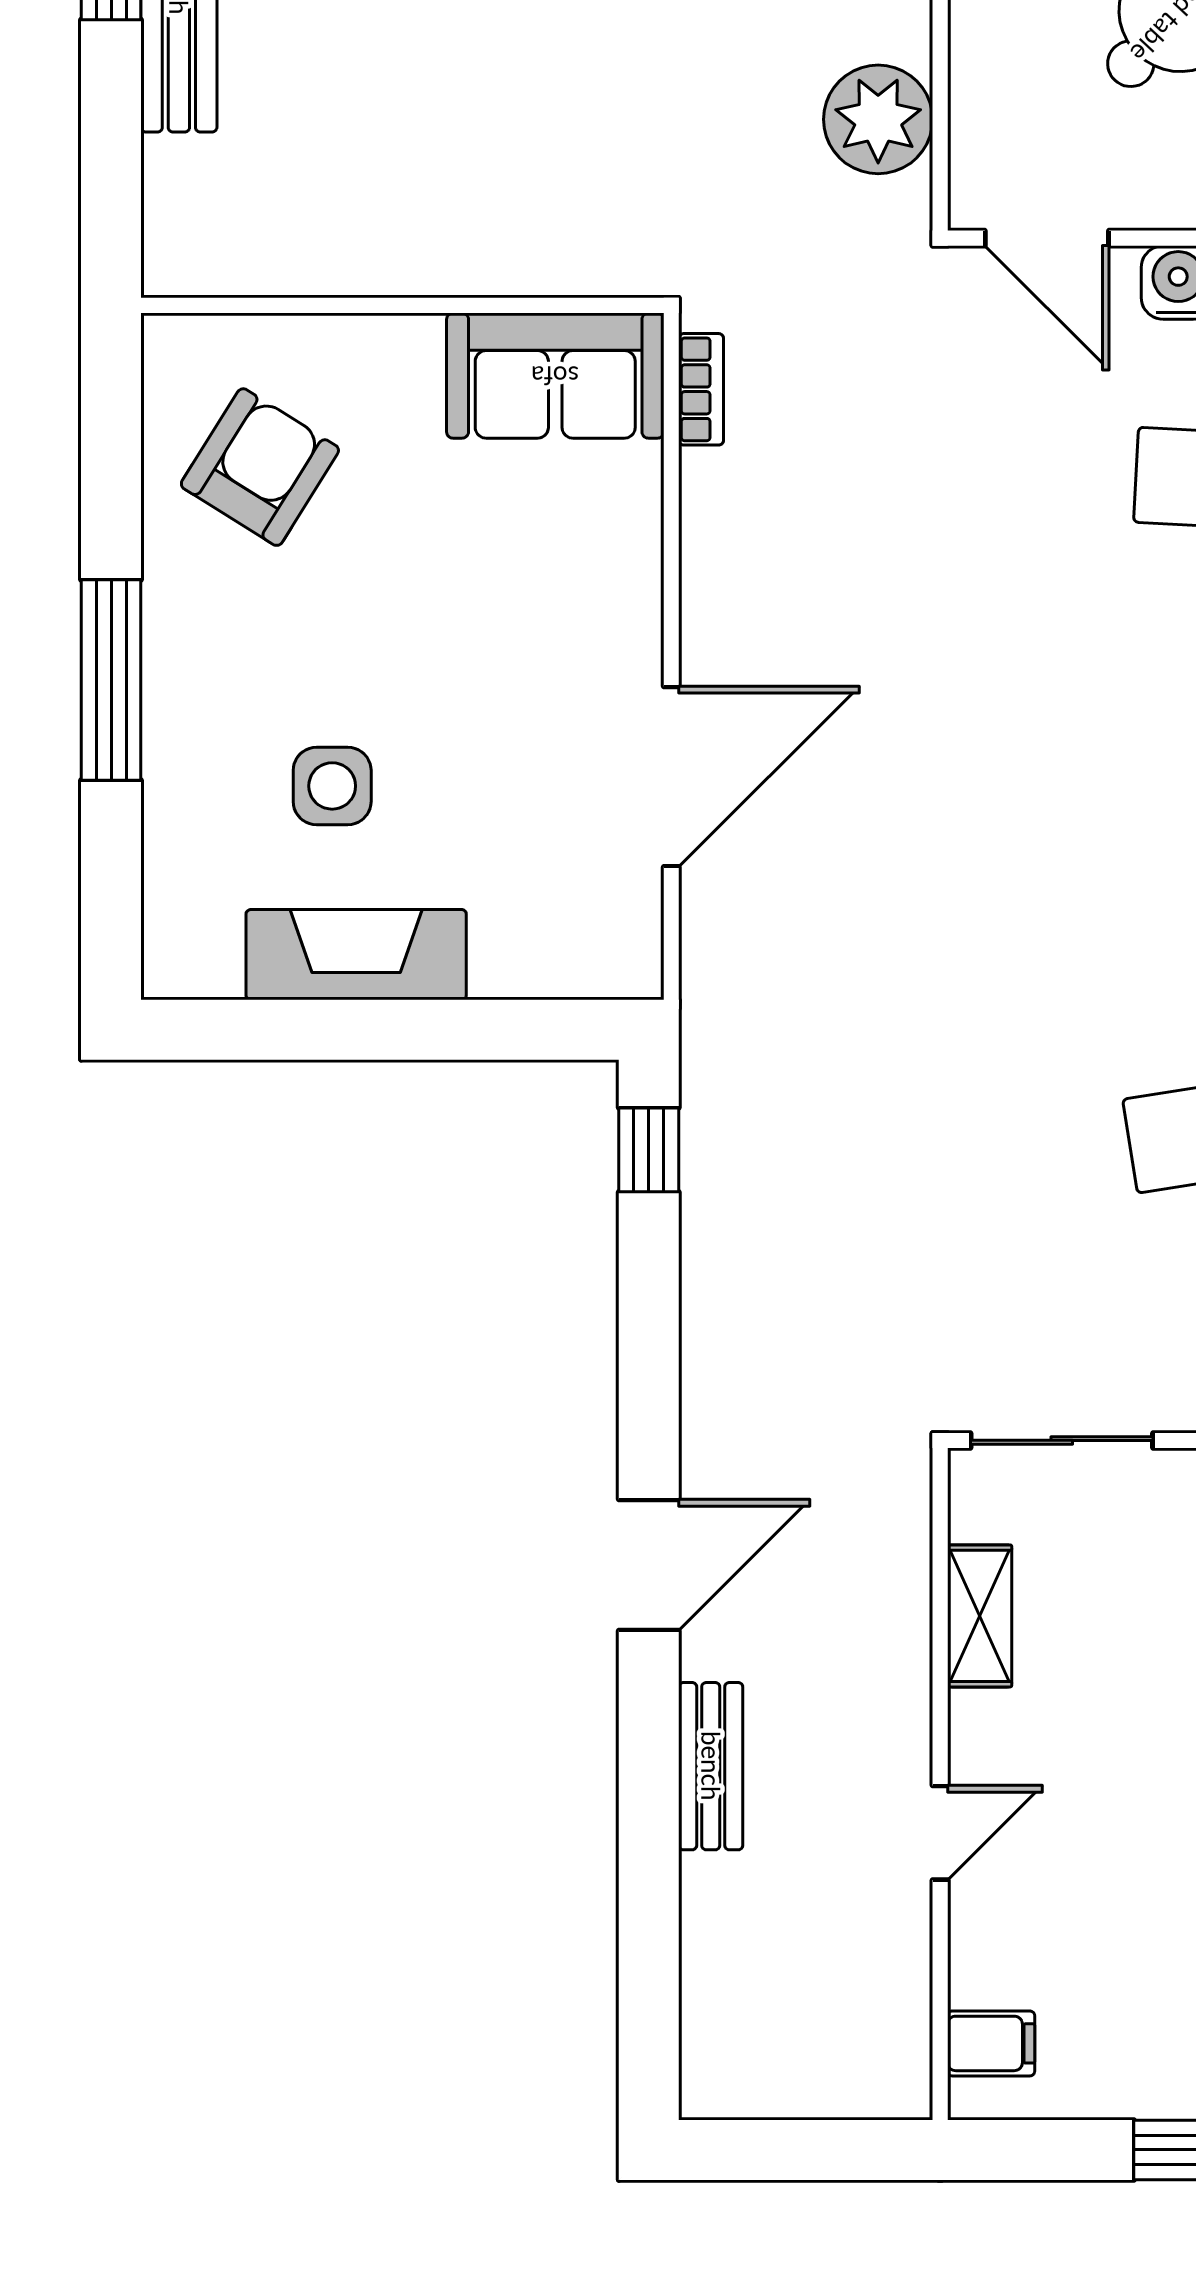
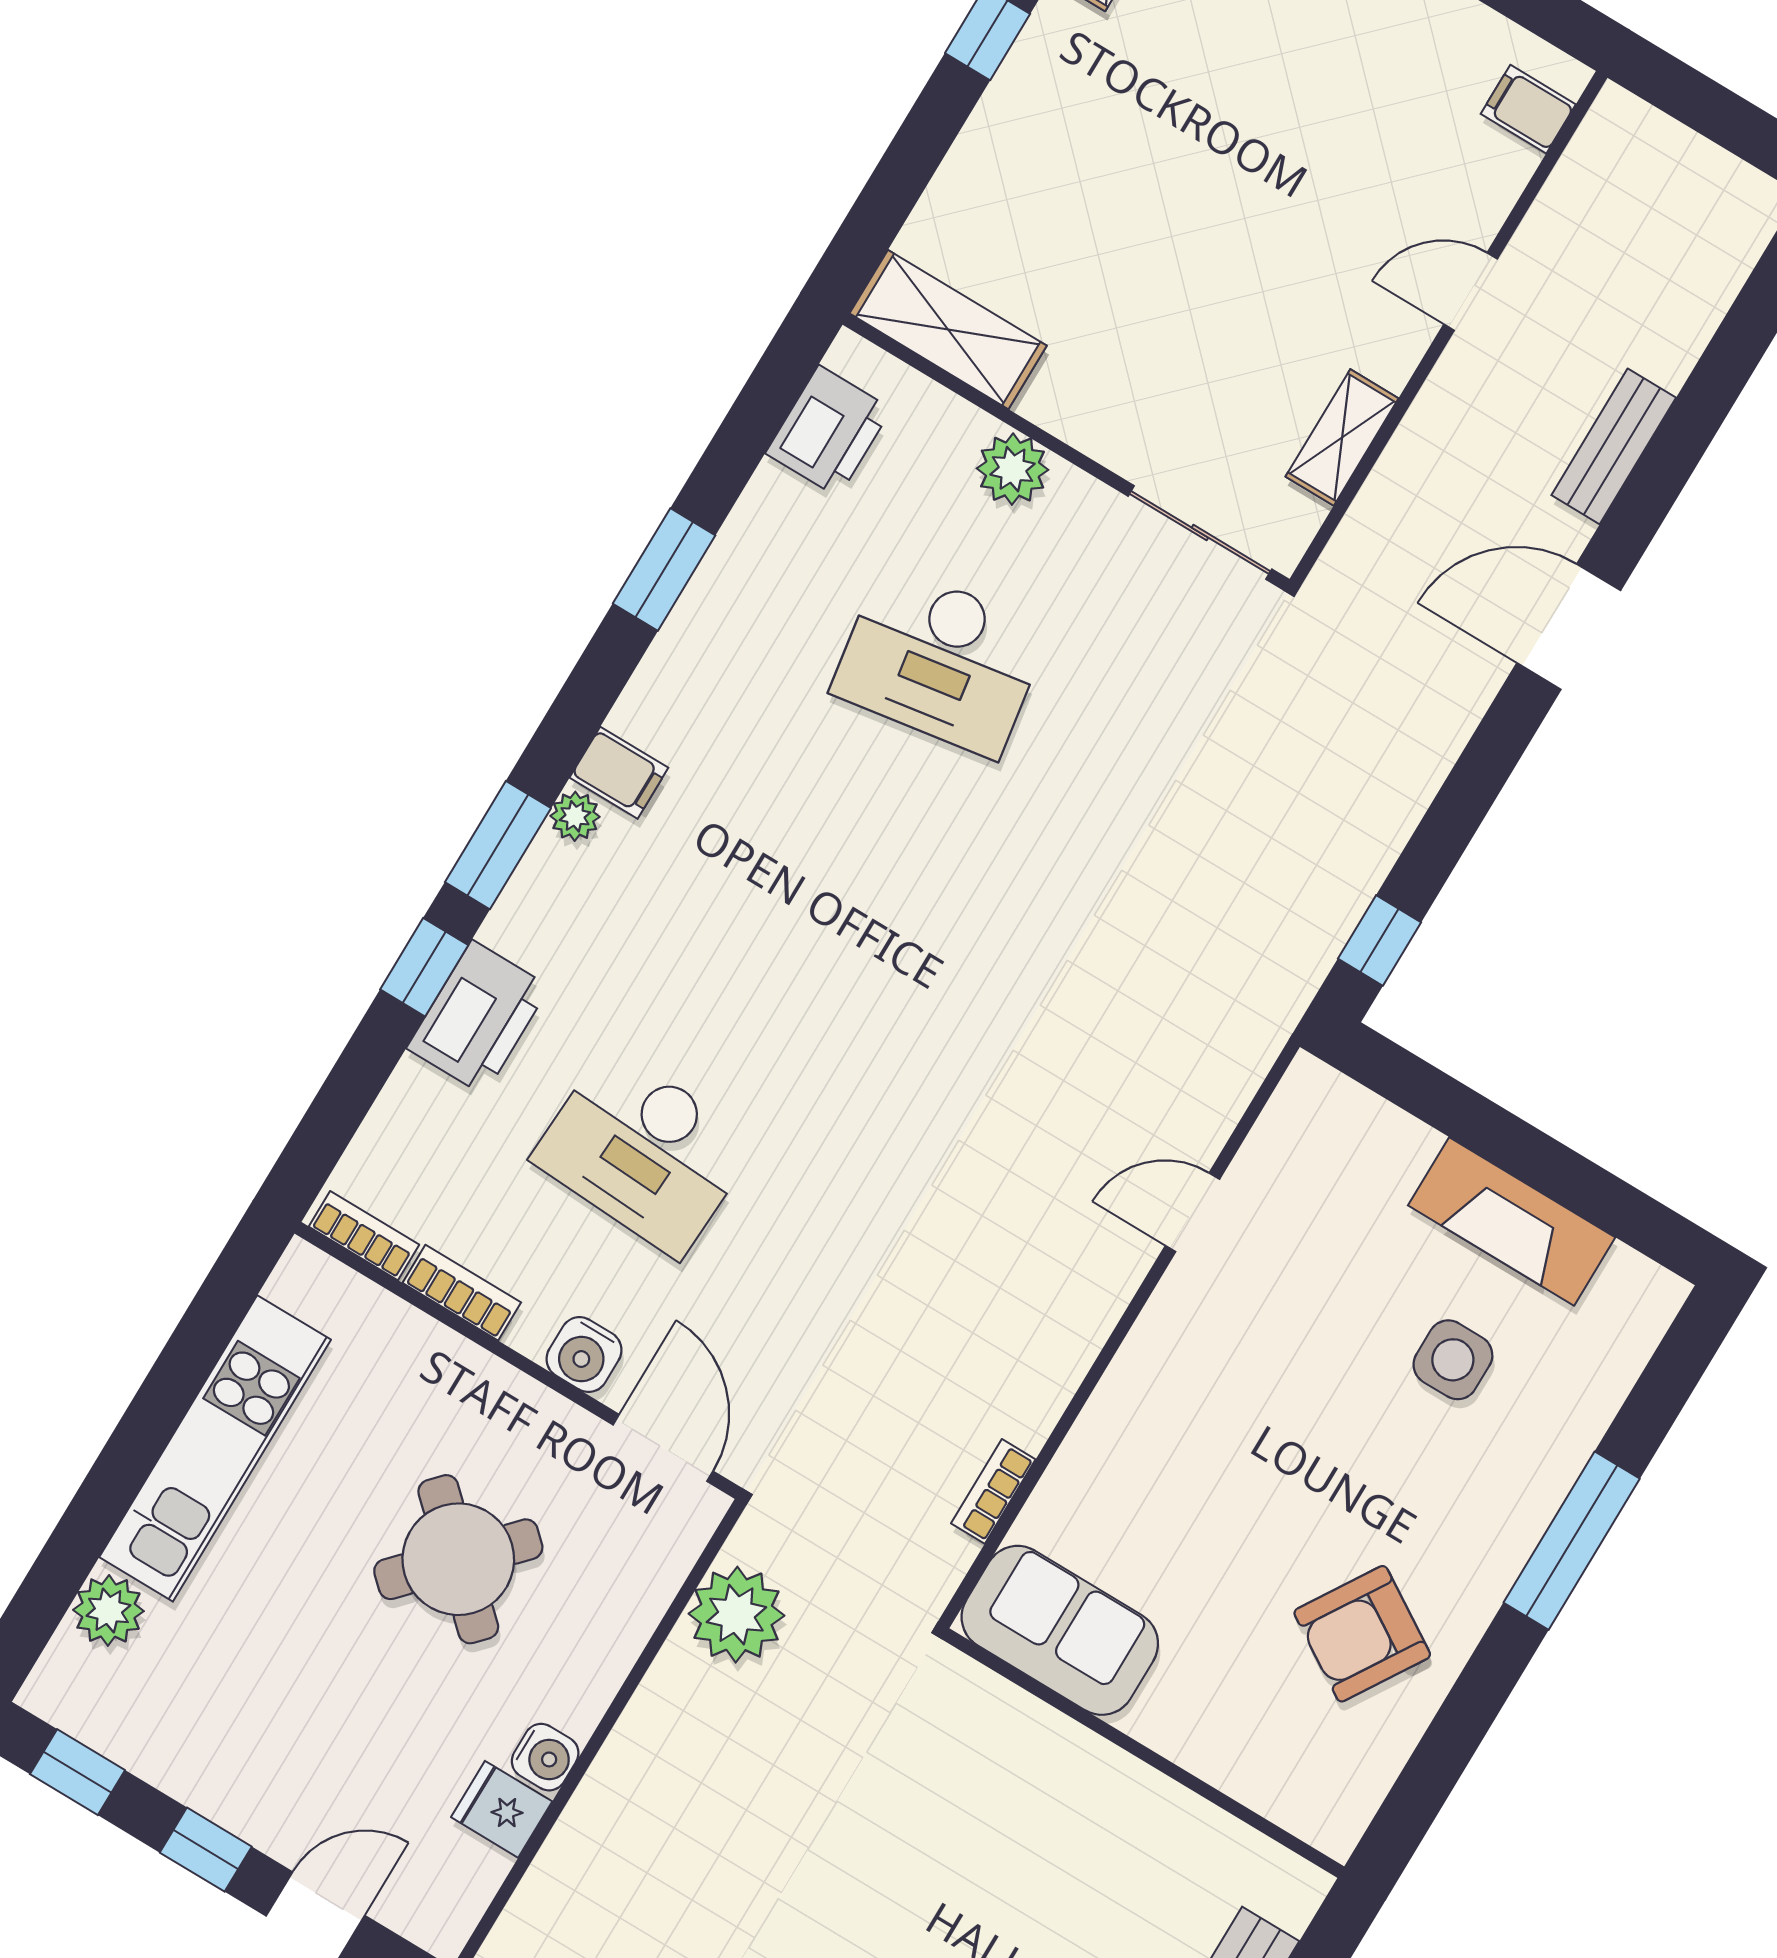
wall: (402, 305) -> (1143, 1753), moved
sofa: (555, 376) -> (1060, 1630), moved
door: (671, 777) -> (1192, 1212), width x0.53

